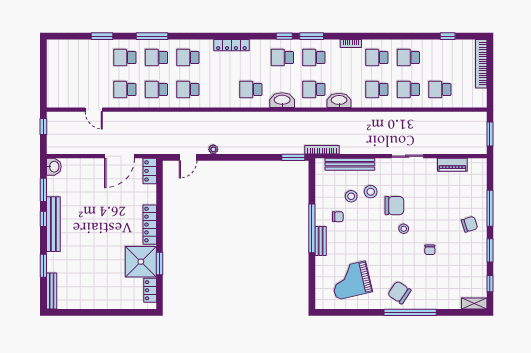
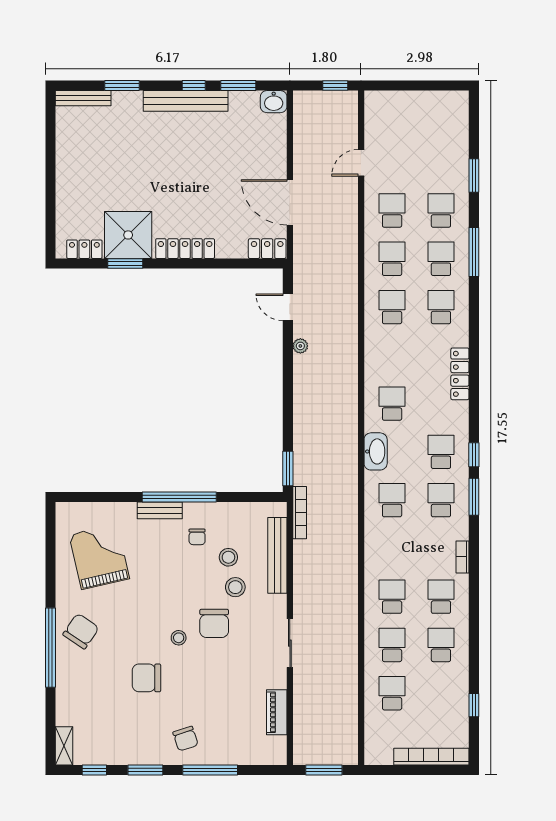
washbasin: (339, 100) -> (375, 539), removed
chair: (430, 250) -> (146, 678), width x1.87, depth x1.87

